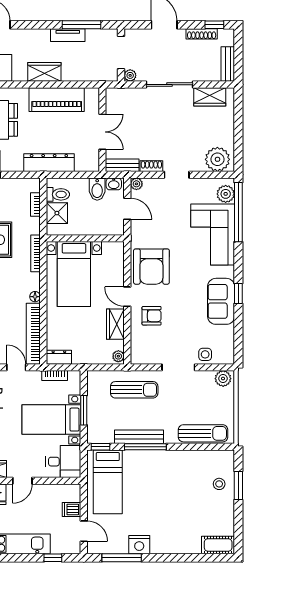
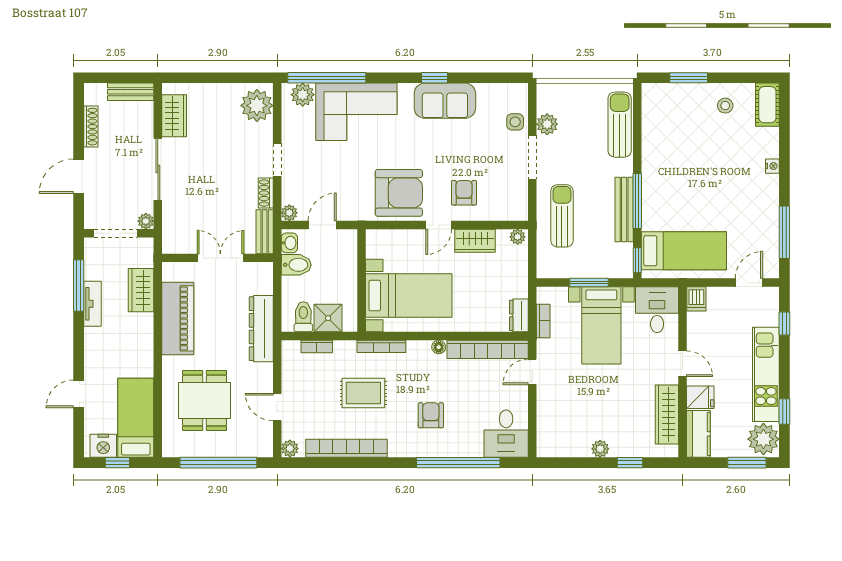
window: (214, 25) -> (79, 110), removed
wardrobe: (44, 72) -> (141, 290), moved
plant: (223, 379) -> (547, 124), moved
stool: (219, 484) -> (725, 106), moved
dishwasher: (71, 510) -> (696, 299), moved
nightstand: (139, 545) -> (772, 166), moved, width x0.53, depth x0.56

